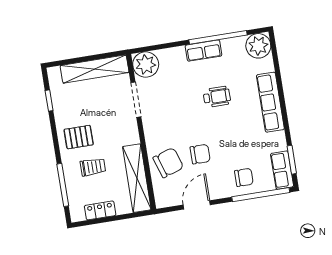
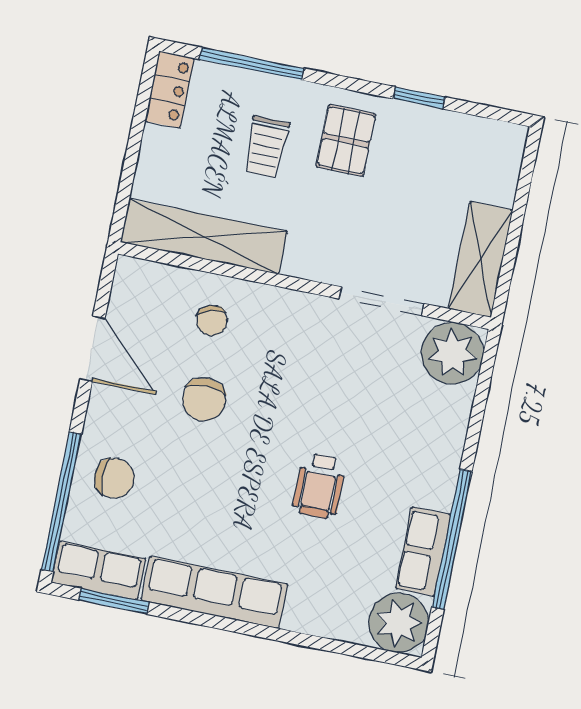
row of seats: (203, 51) -> (423, 551), moved
shelving: (95, 69) -> (480, 259), width x0.68
window: (49, 101) -> (419, 98), moved
row of seats: (270, 102) -> (214, 592), moved
chair: (168, 163) -> (212, 321), width x0.54, depth x0.54
chair: (244, 177) -> (114, 478), turned -90
locker: (100, 210) -> (170, 90), moved

